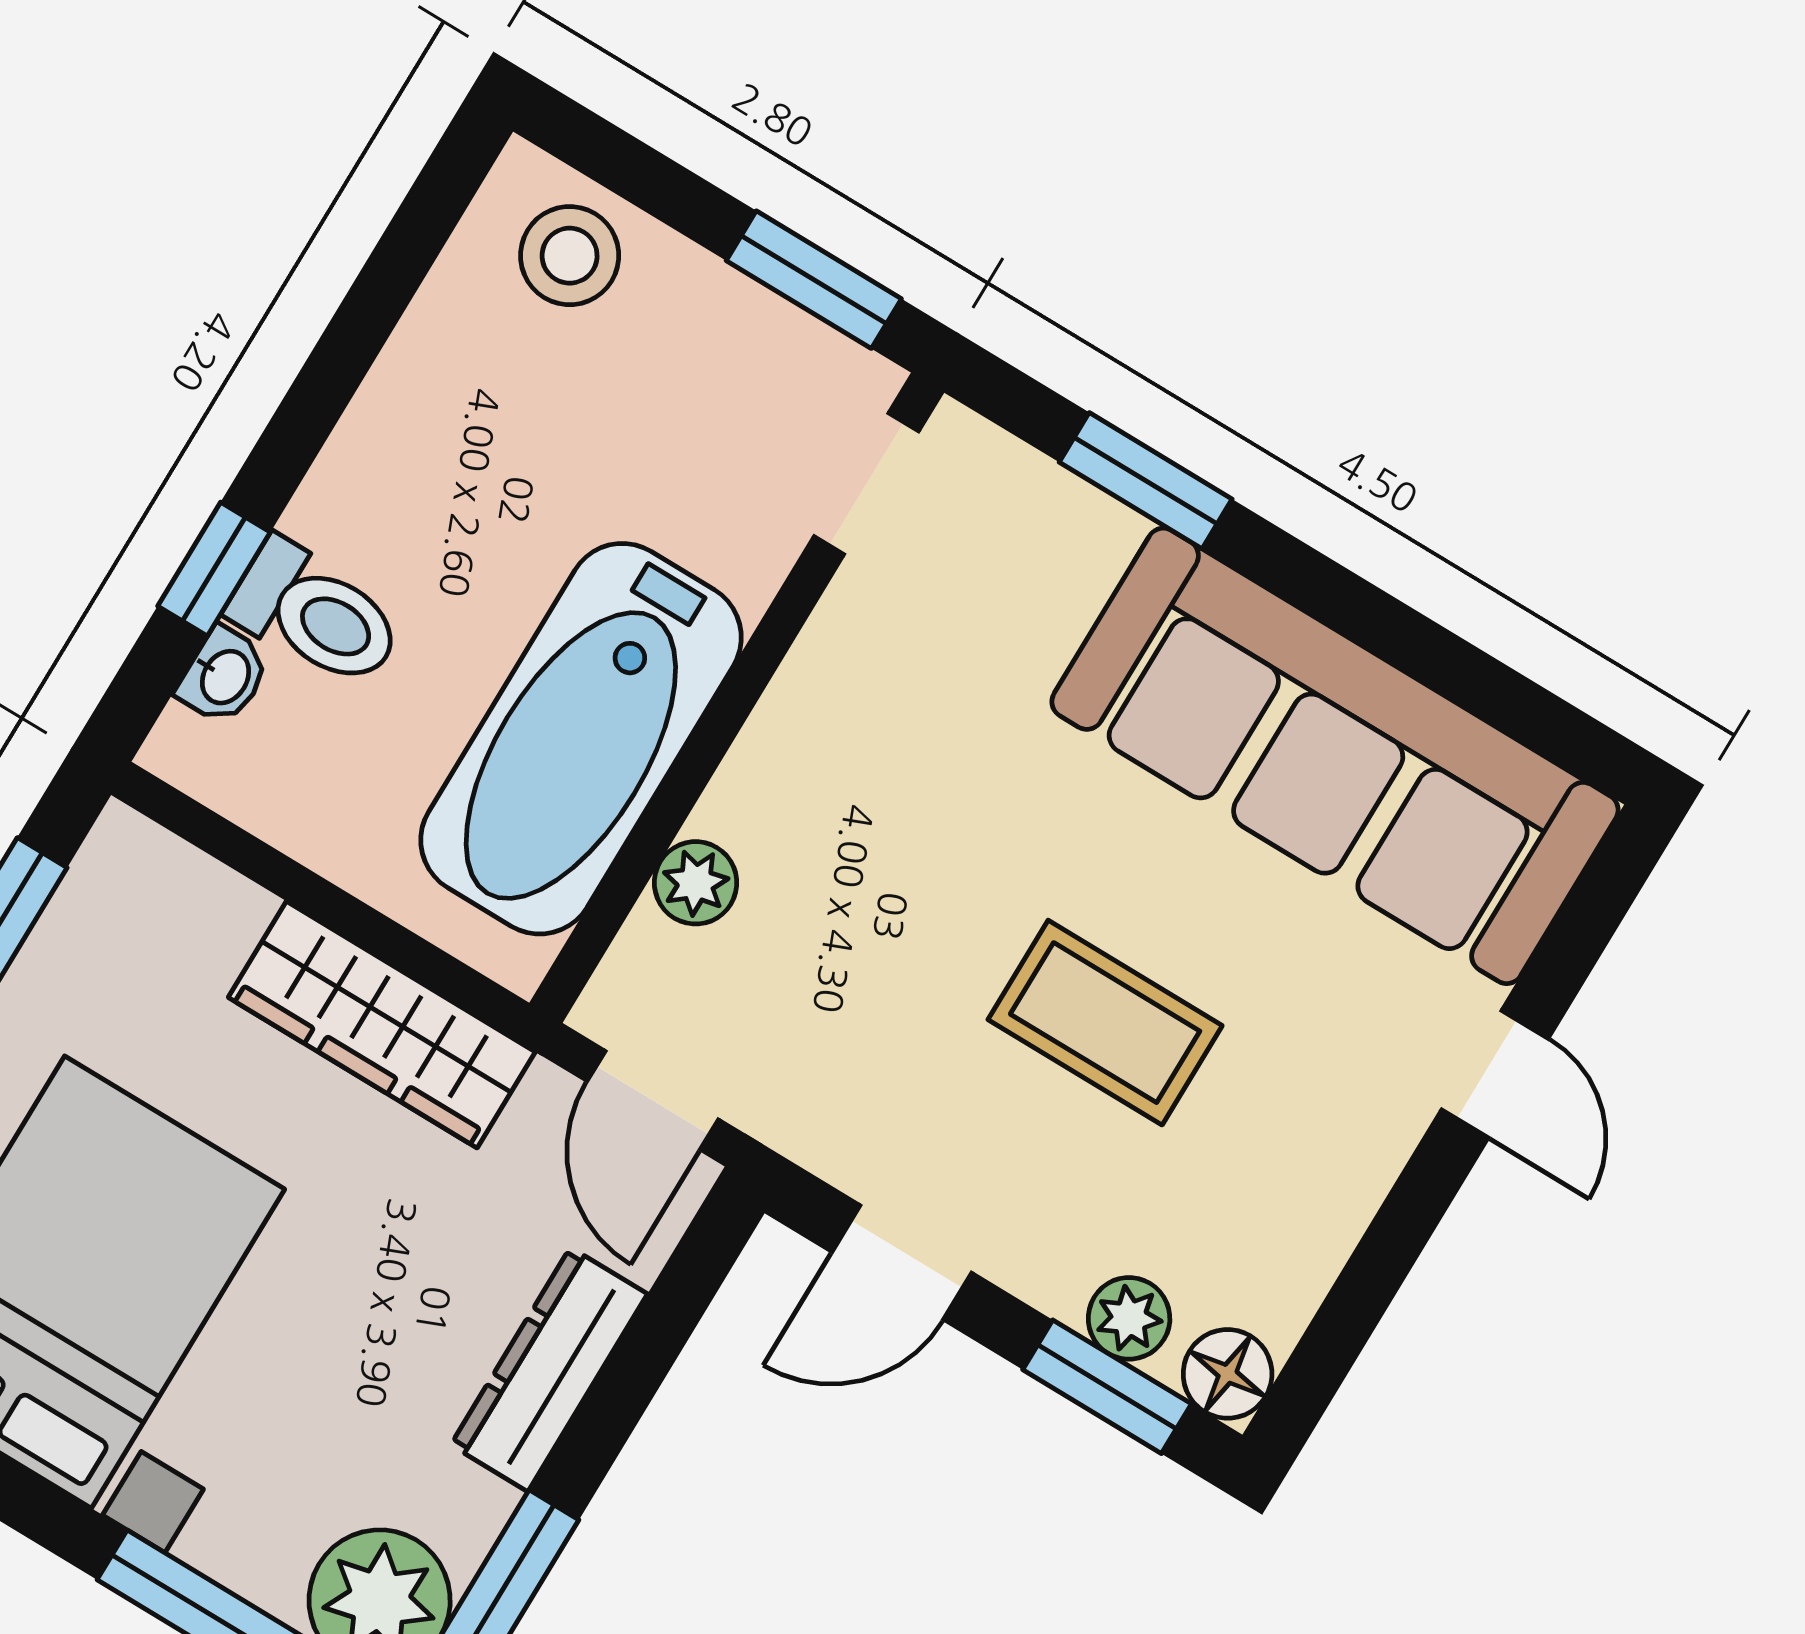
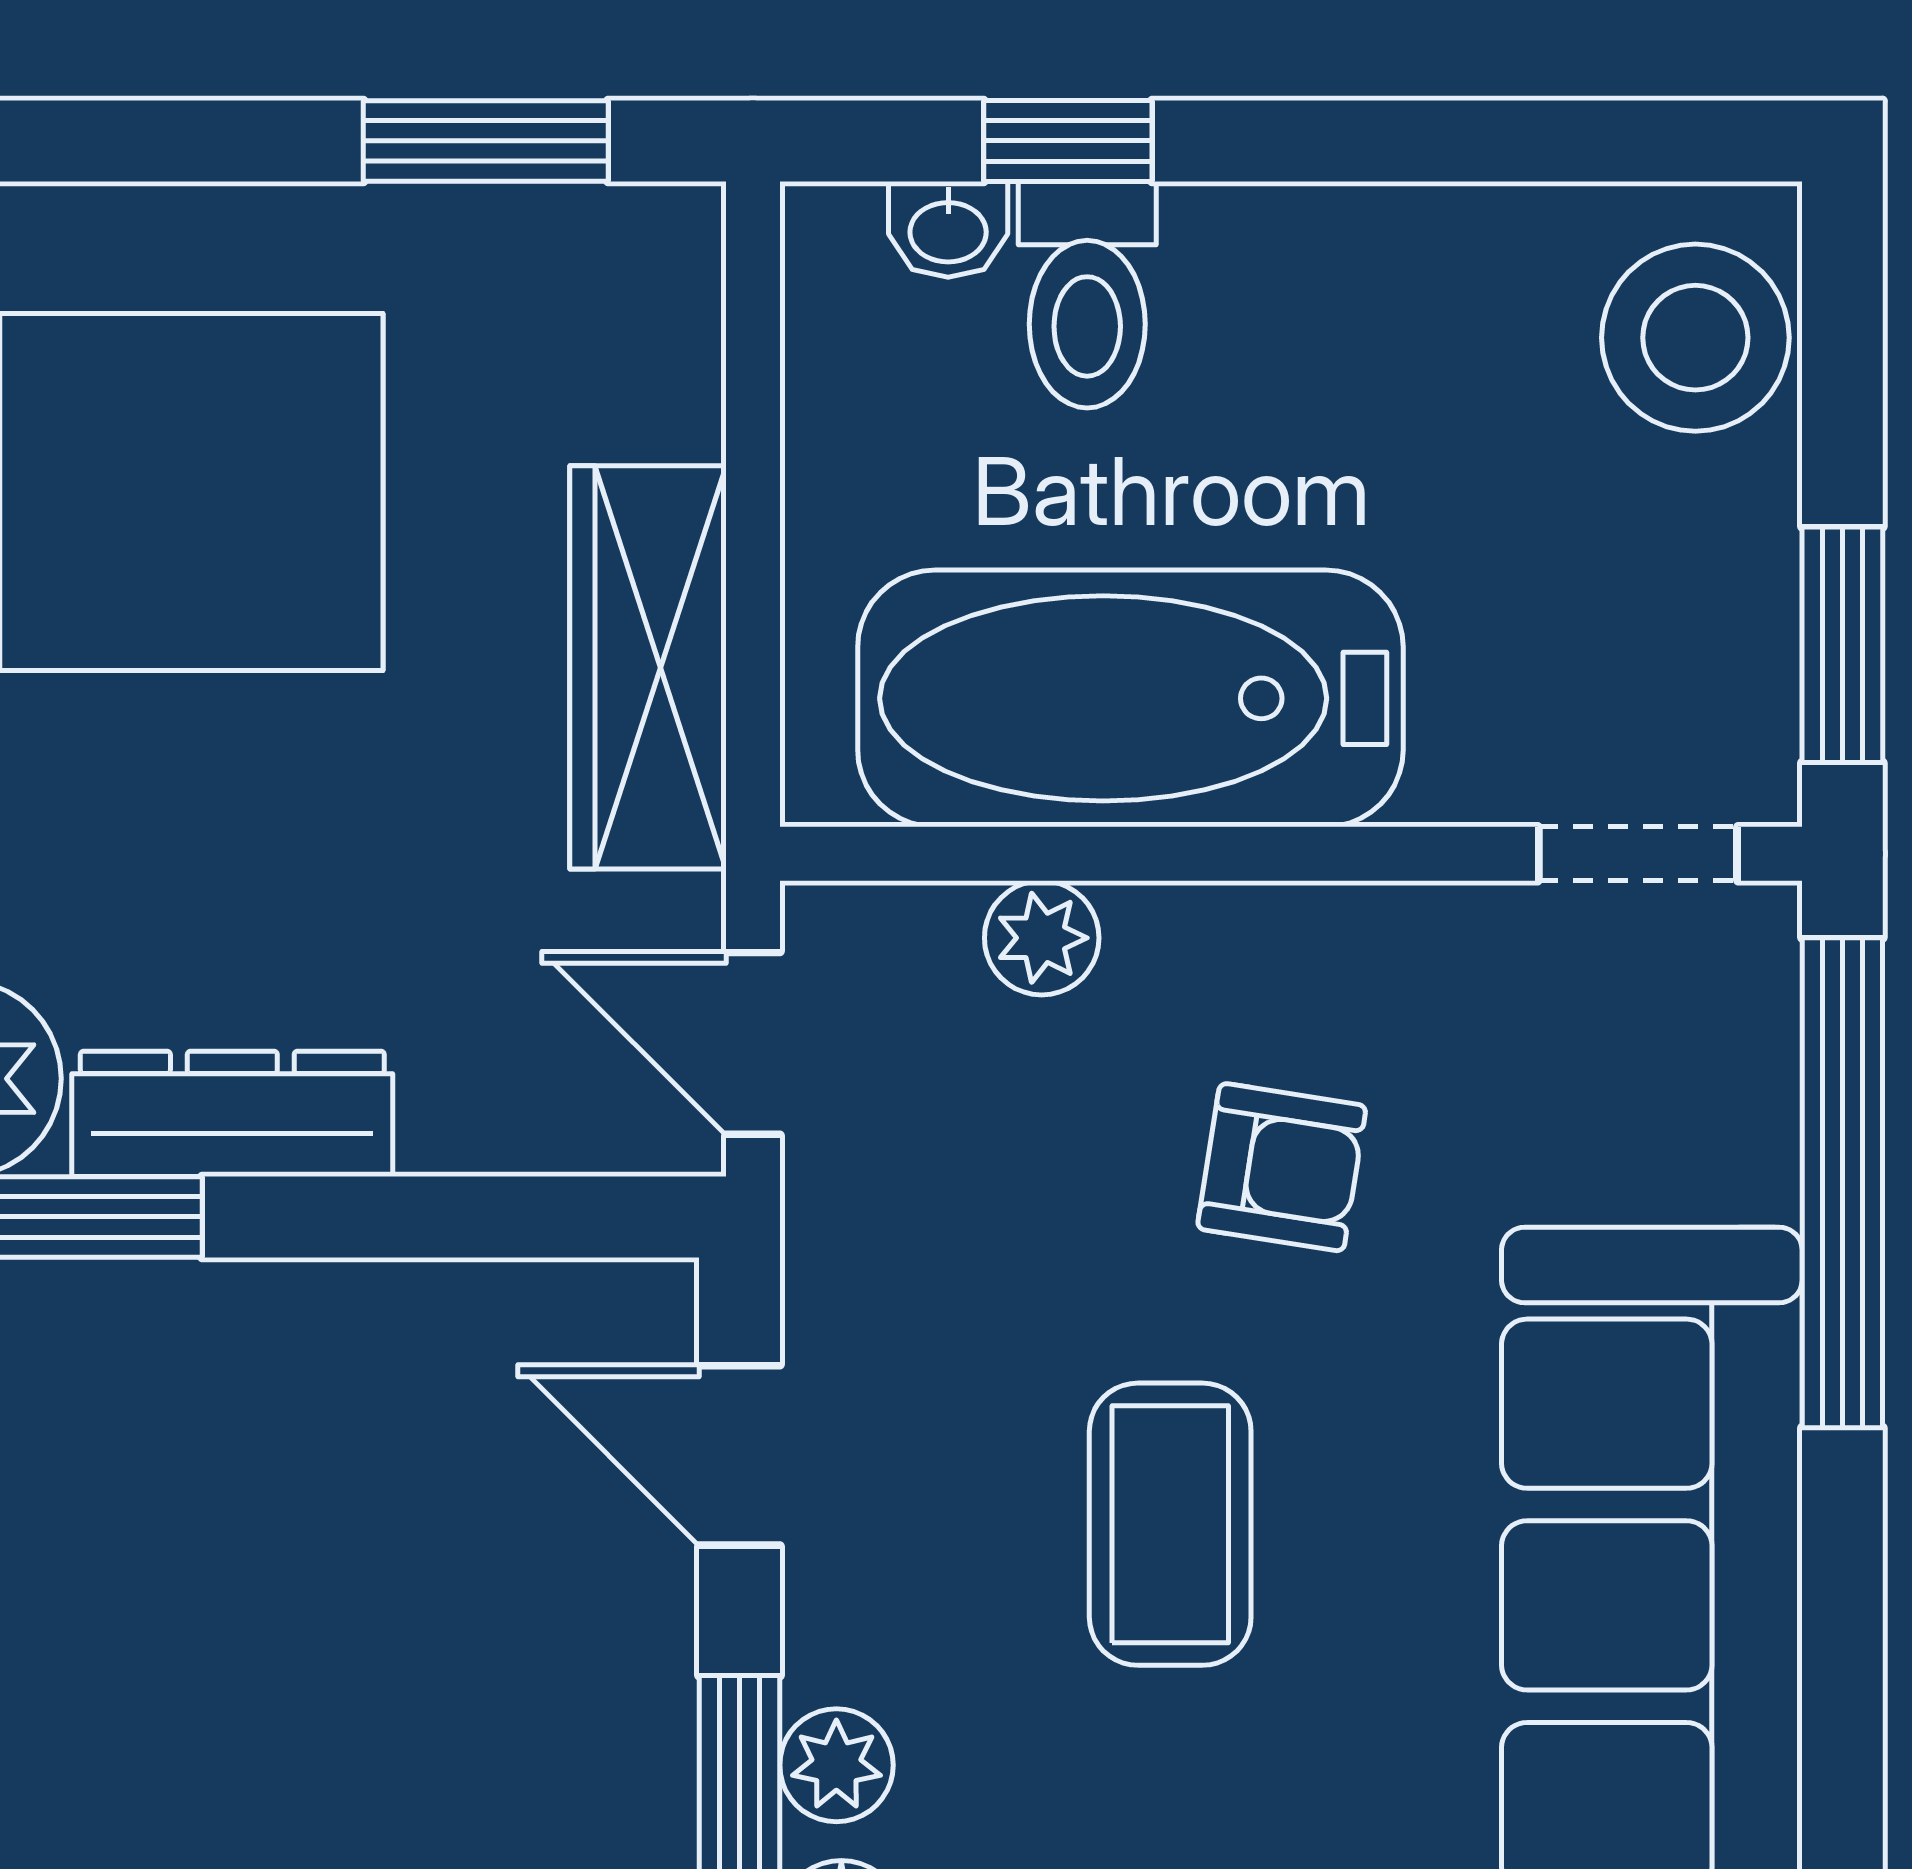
stool: (570, 256) -> (1695, 338), width x1.38, depth x1.38
window: (1146, 481) -> (1842, 1183), width x2.11
armchair: (927, 820) -> (1282, 1167), added
door: (653, 1100) -> (753, 1043), hinge flipped
dresser: (549, 1369) -> (232, 1114), moved

